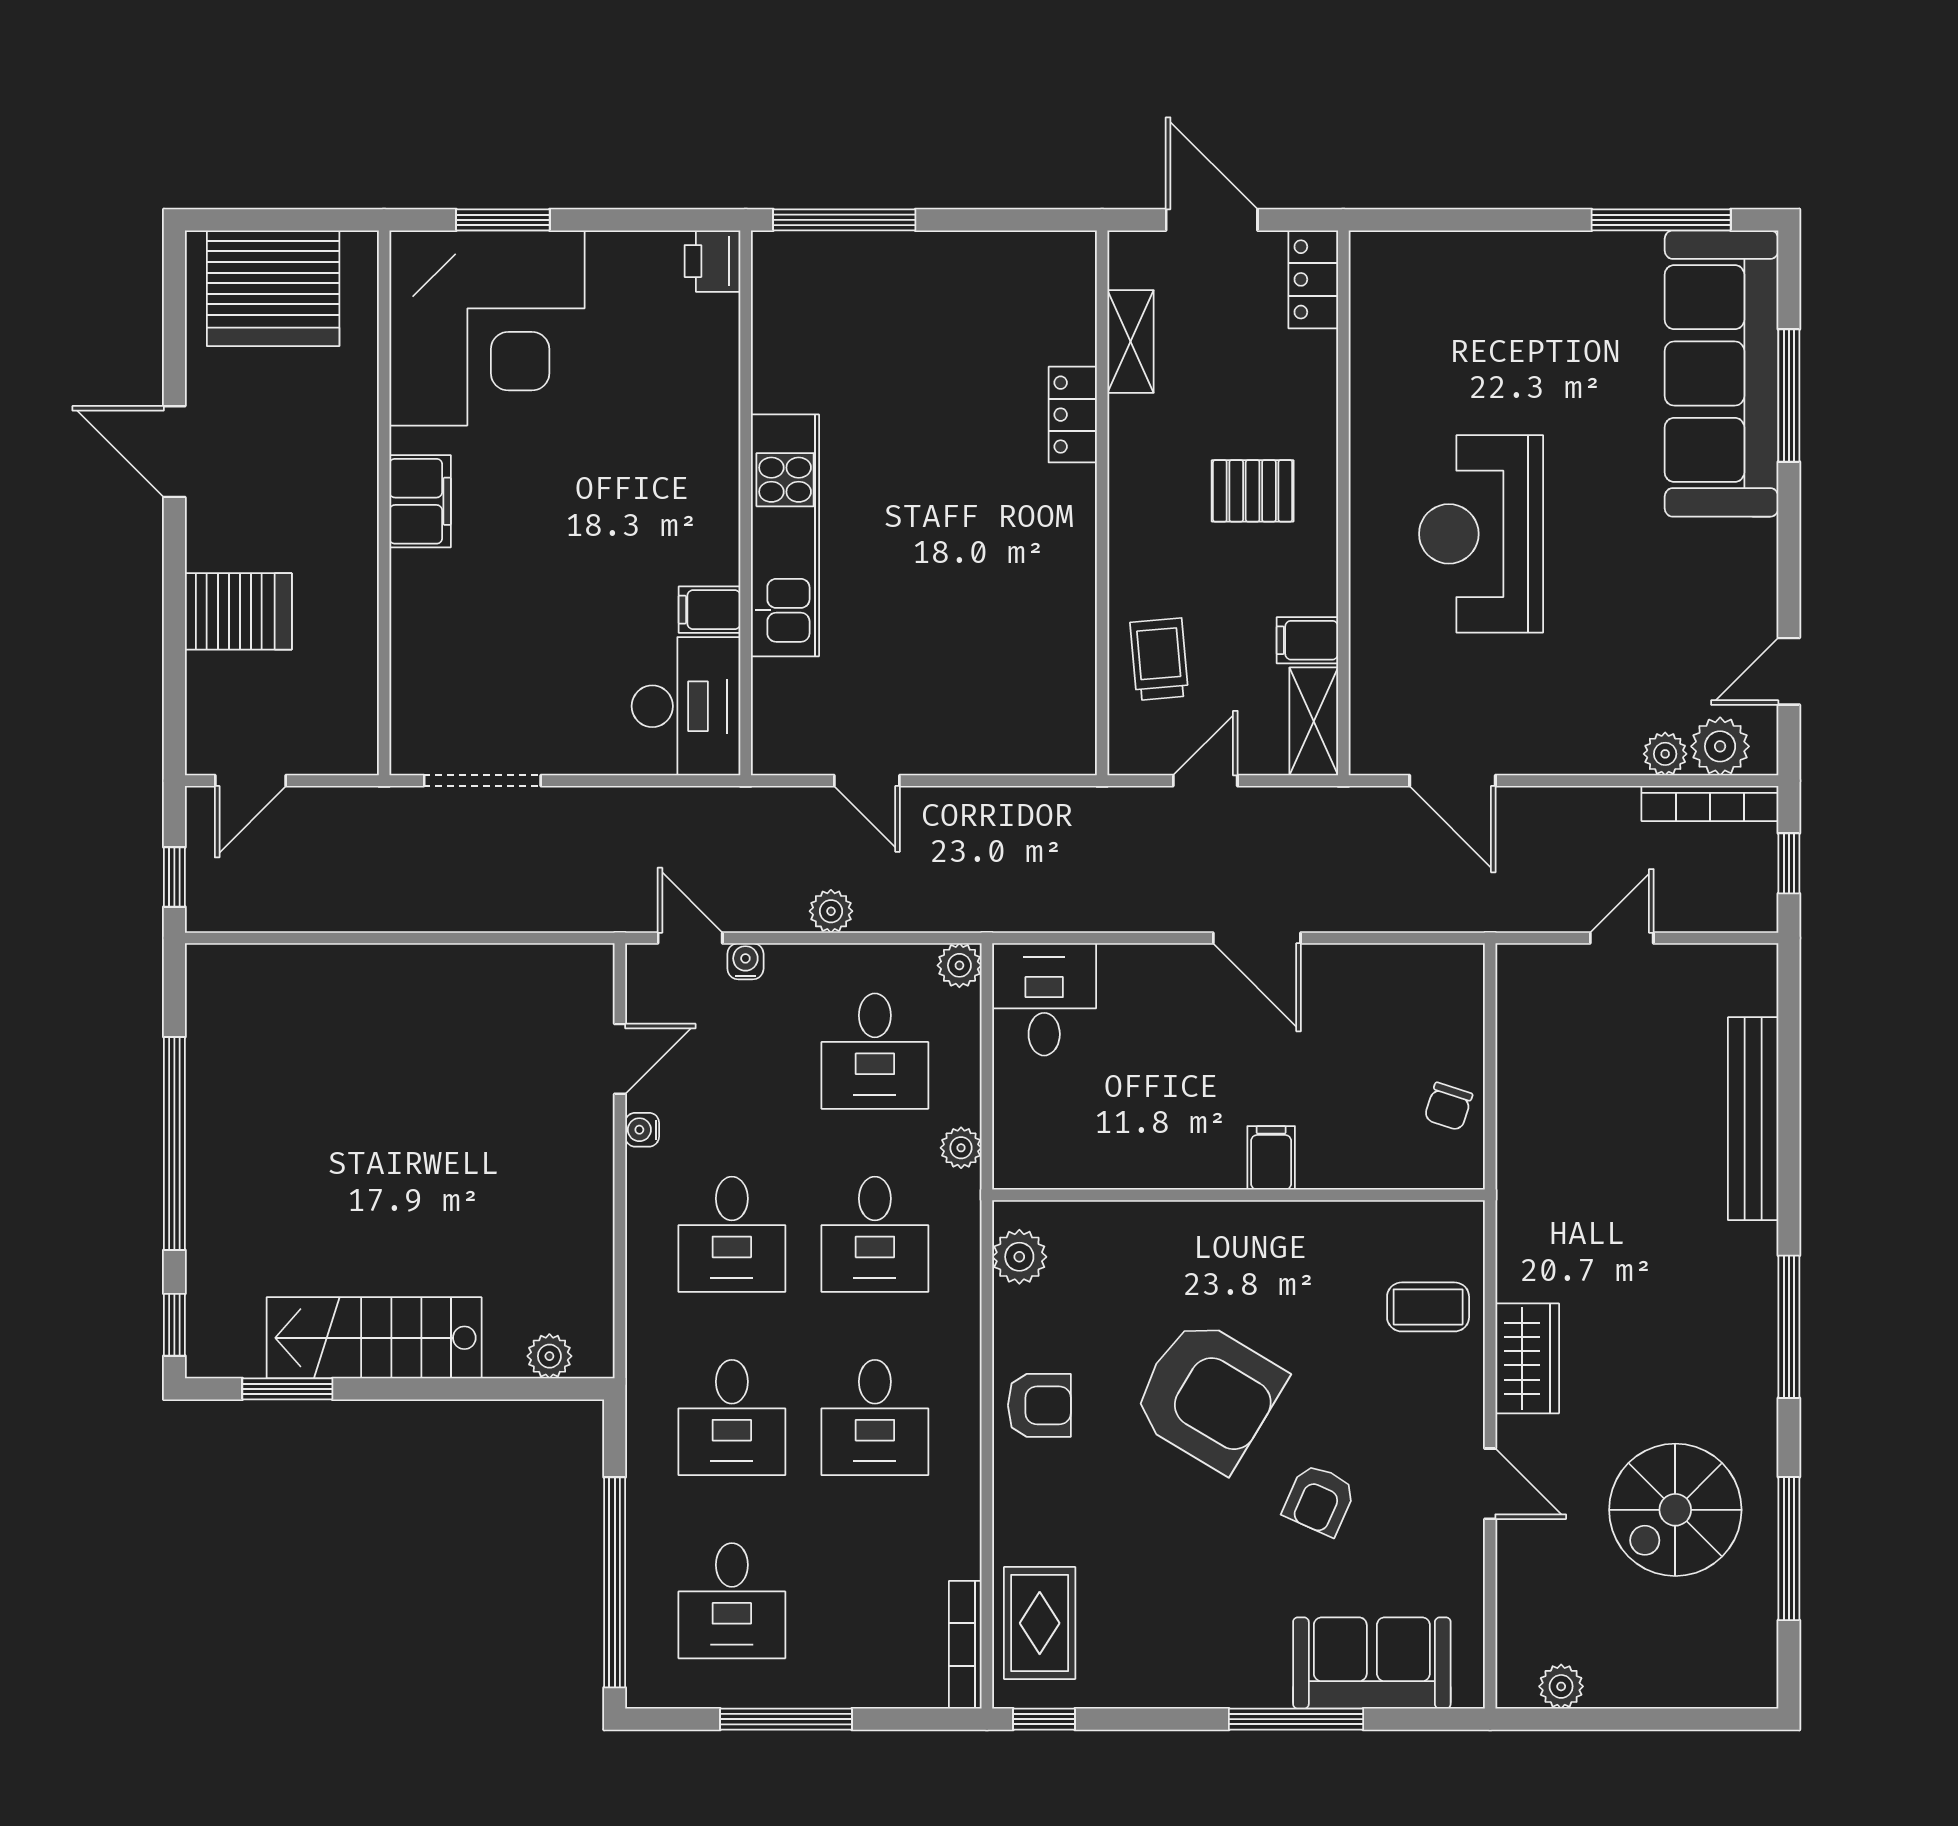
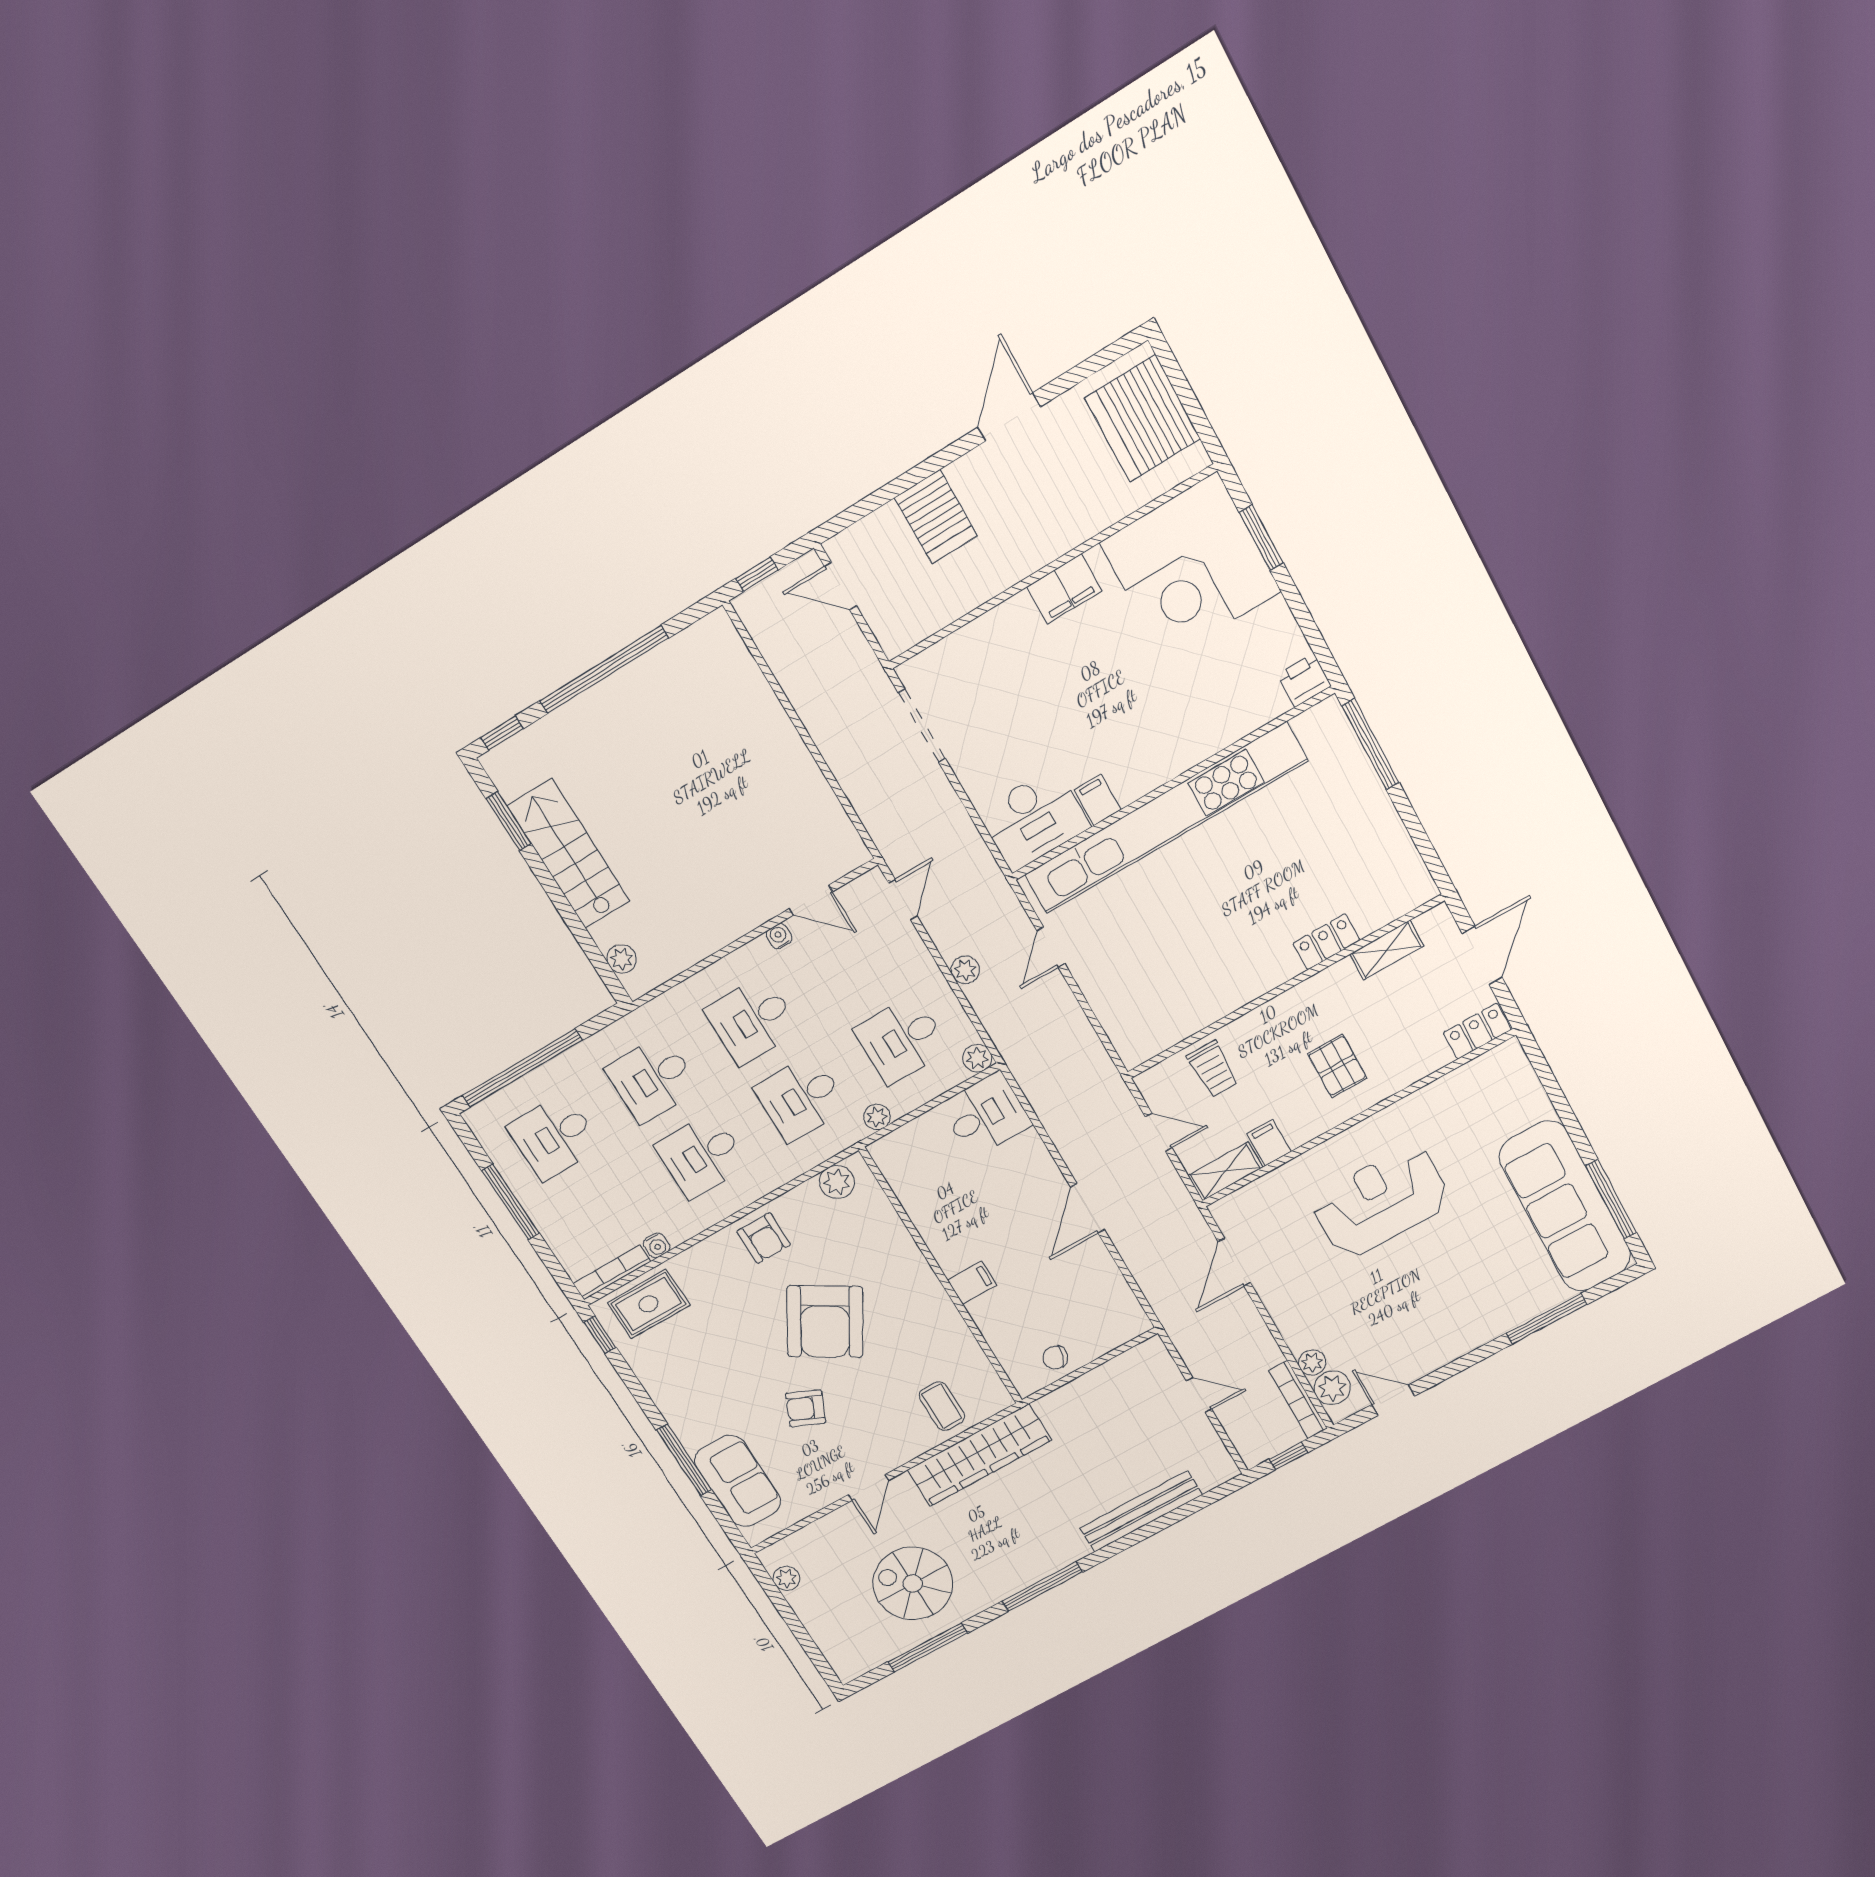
sofa: (1722, 374) -> (1565, 1206), moved, turned -90
kitchen unit: (785, 535) -> (1165, 818), width x1.86
trolley: (1159, 659) -> (1213, 1069), turned 95
water cooler: (745, 961) -> (657, 1245), moved, turned 90
wardrobe: (1527, 1358) -> (979, 1455), width x2.10, depth x1.17

